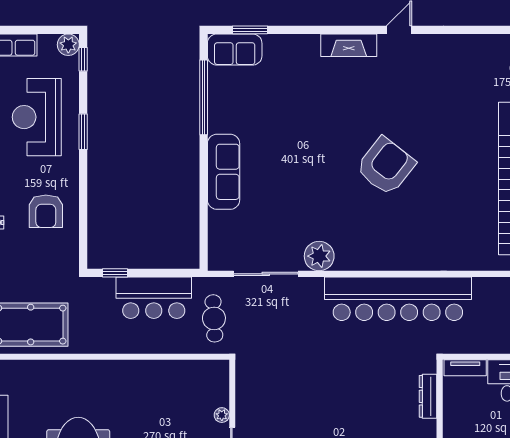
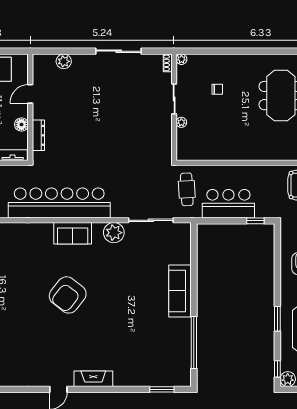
sofa: (235, 50) -> (73, 233), moved, turned 180
floor lamp: (452, 412) -> (21, 125), added

